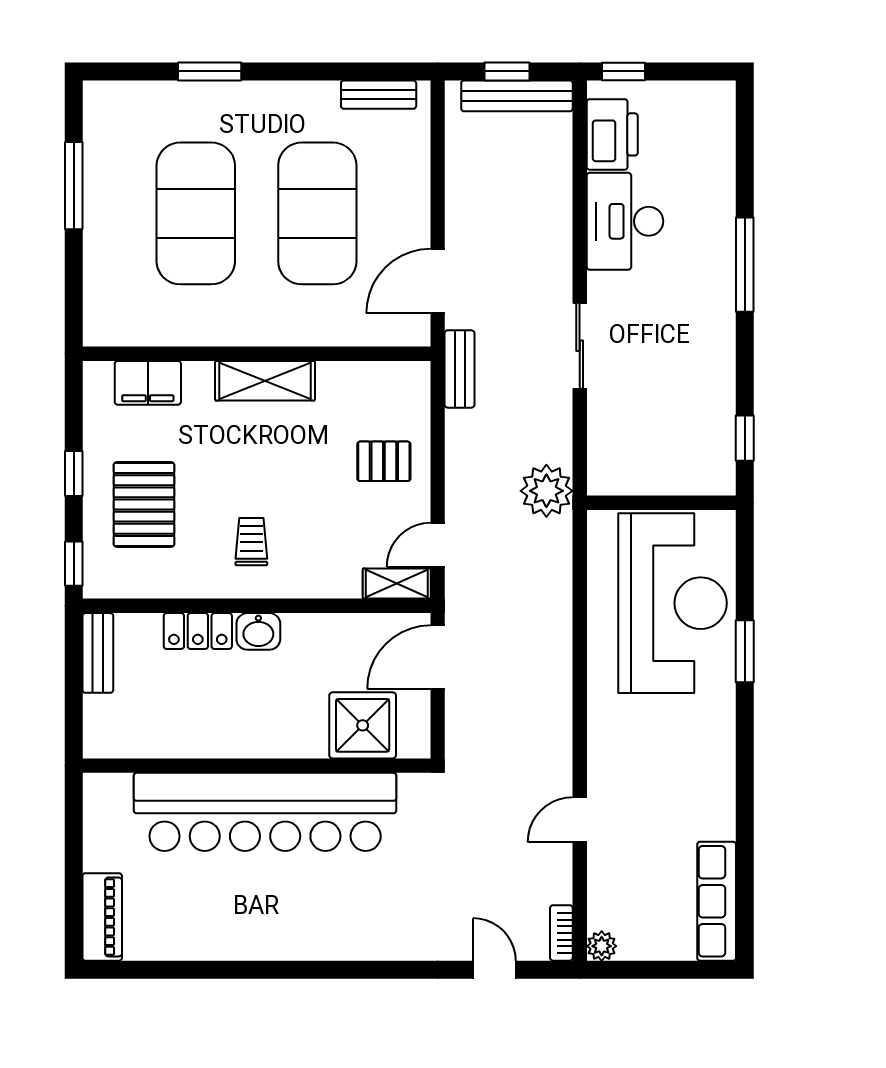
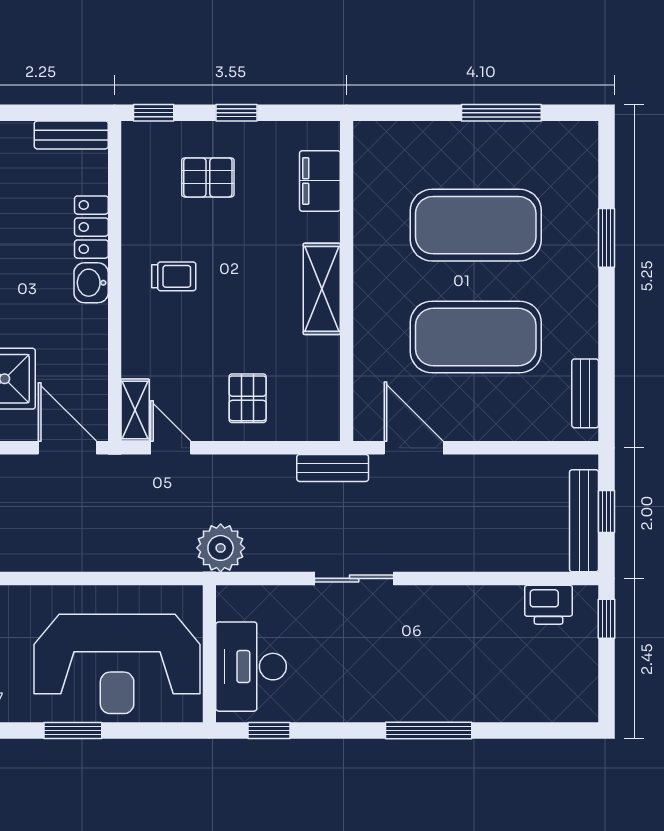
printer: (612, 134) -> (549, 605), width x0.73, depth x0.84
desk: (625, 221) -> (251, 667), moved, turned -90
pallet: (144, 505) -> (208, 177), width x0.67, depth x0.71

